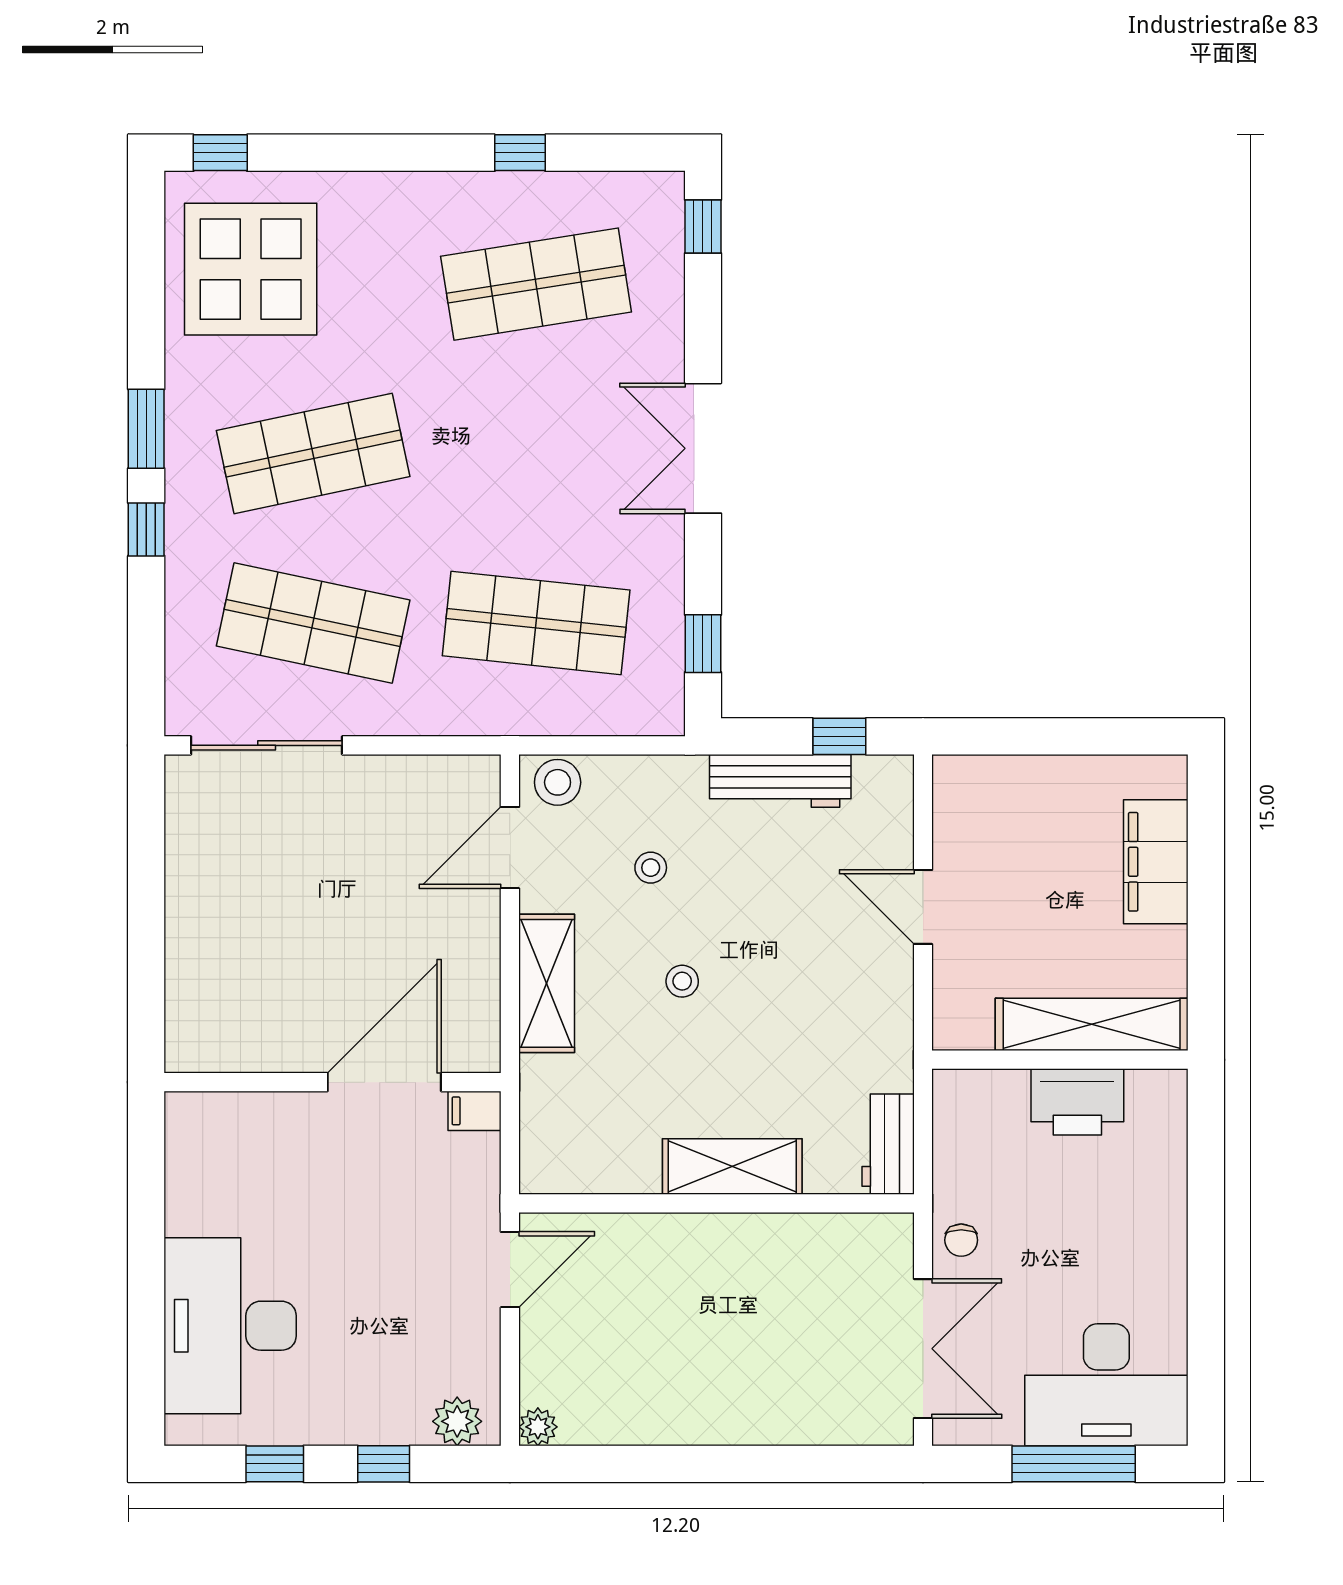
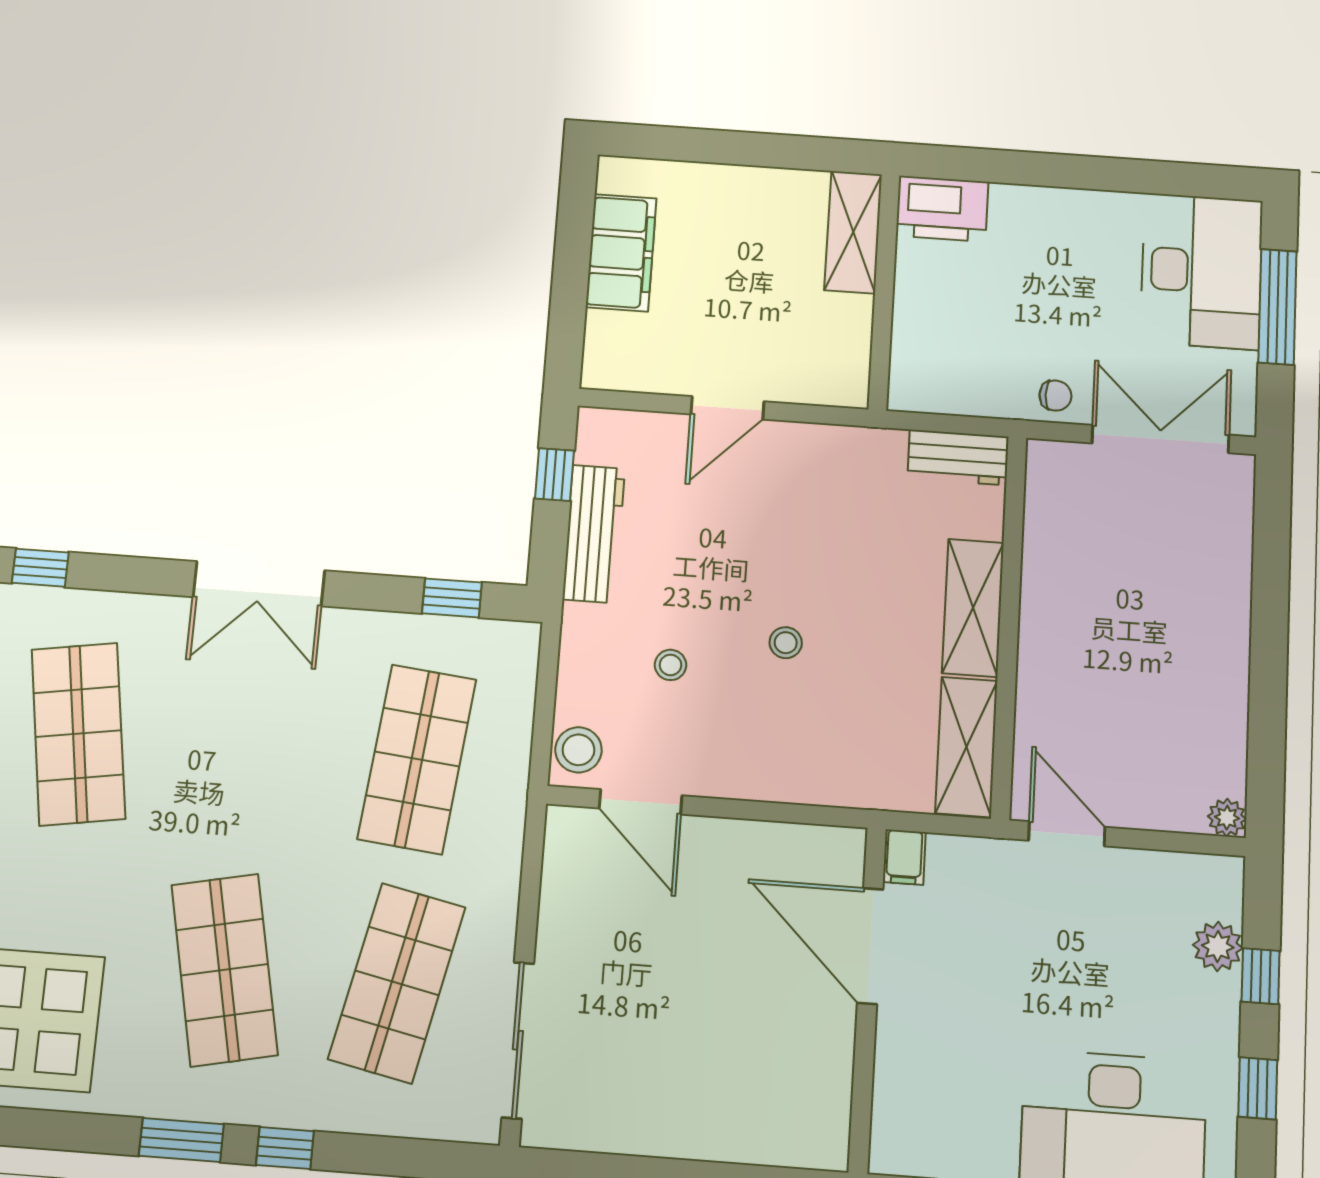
filing cabinet: (1156, 862) -> (621, 253), moved, turned -90
shelving: (547, 983) -> (966, 747), moved, turned 90
shelving: (1092, 1024) -> (853, 232), width x0.68
printer: (1077, 1102) -> (942, 209), moved, turned 90
plant: (457, 1421) -> (1218, 946), moved

